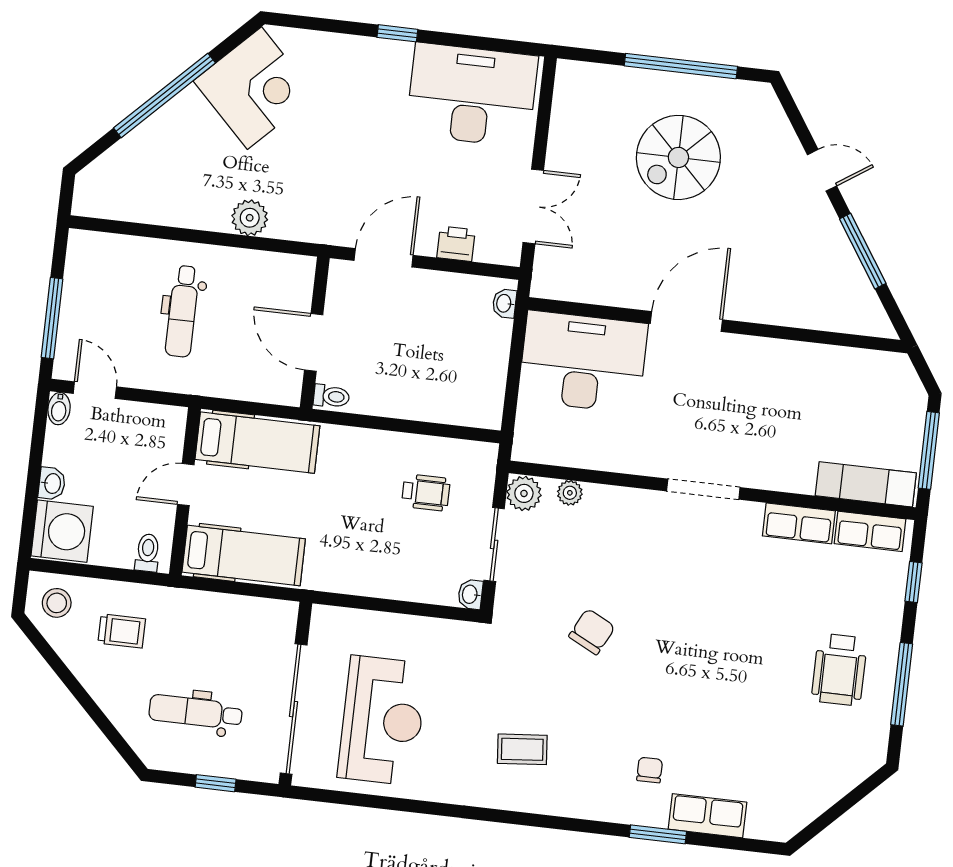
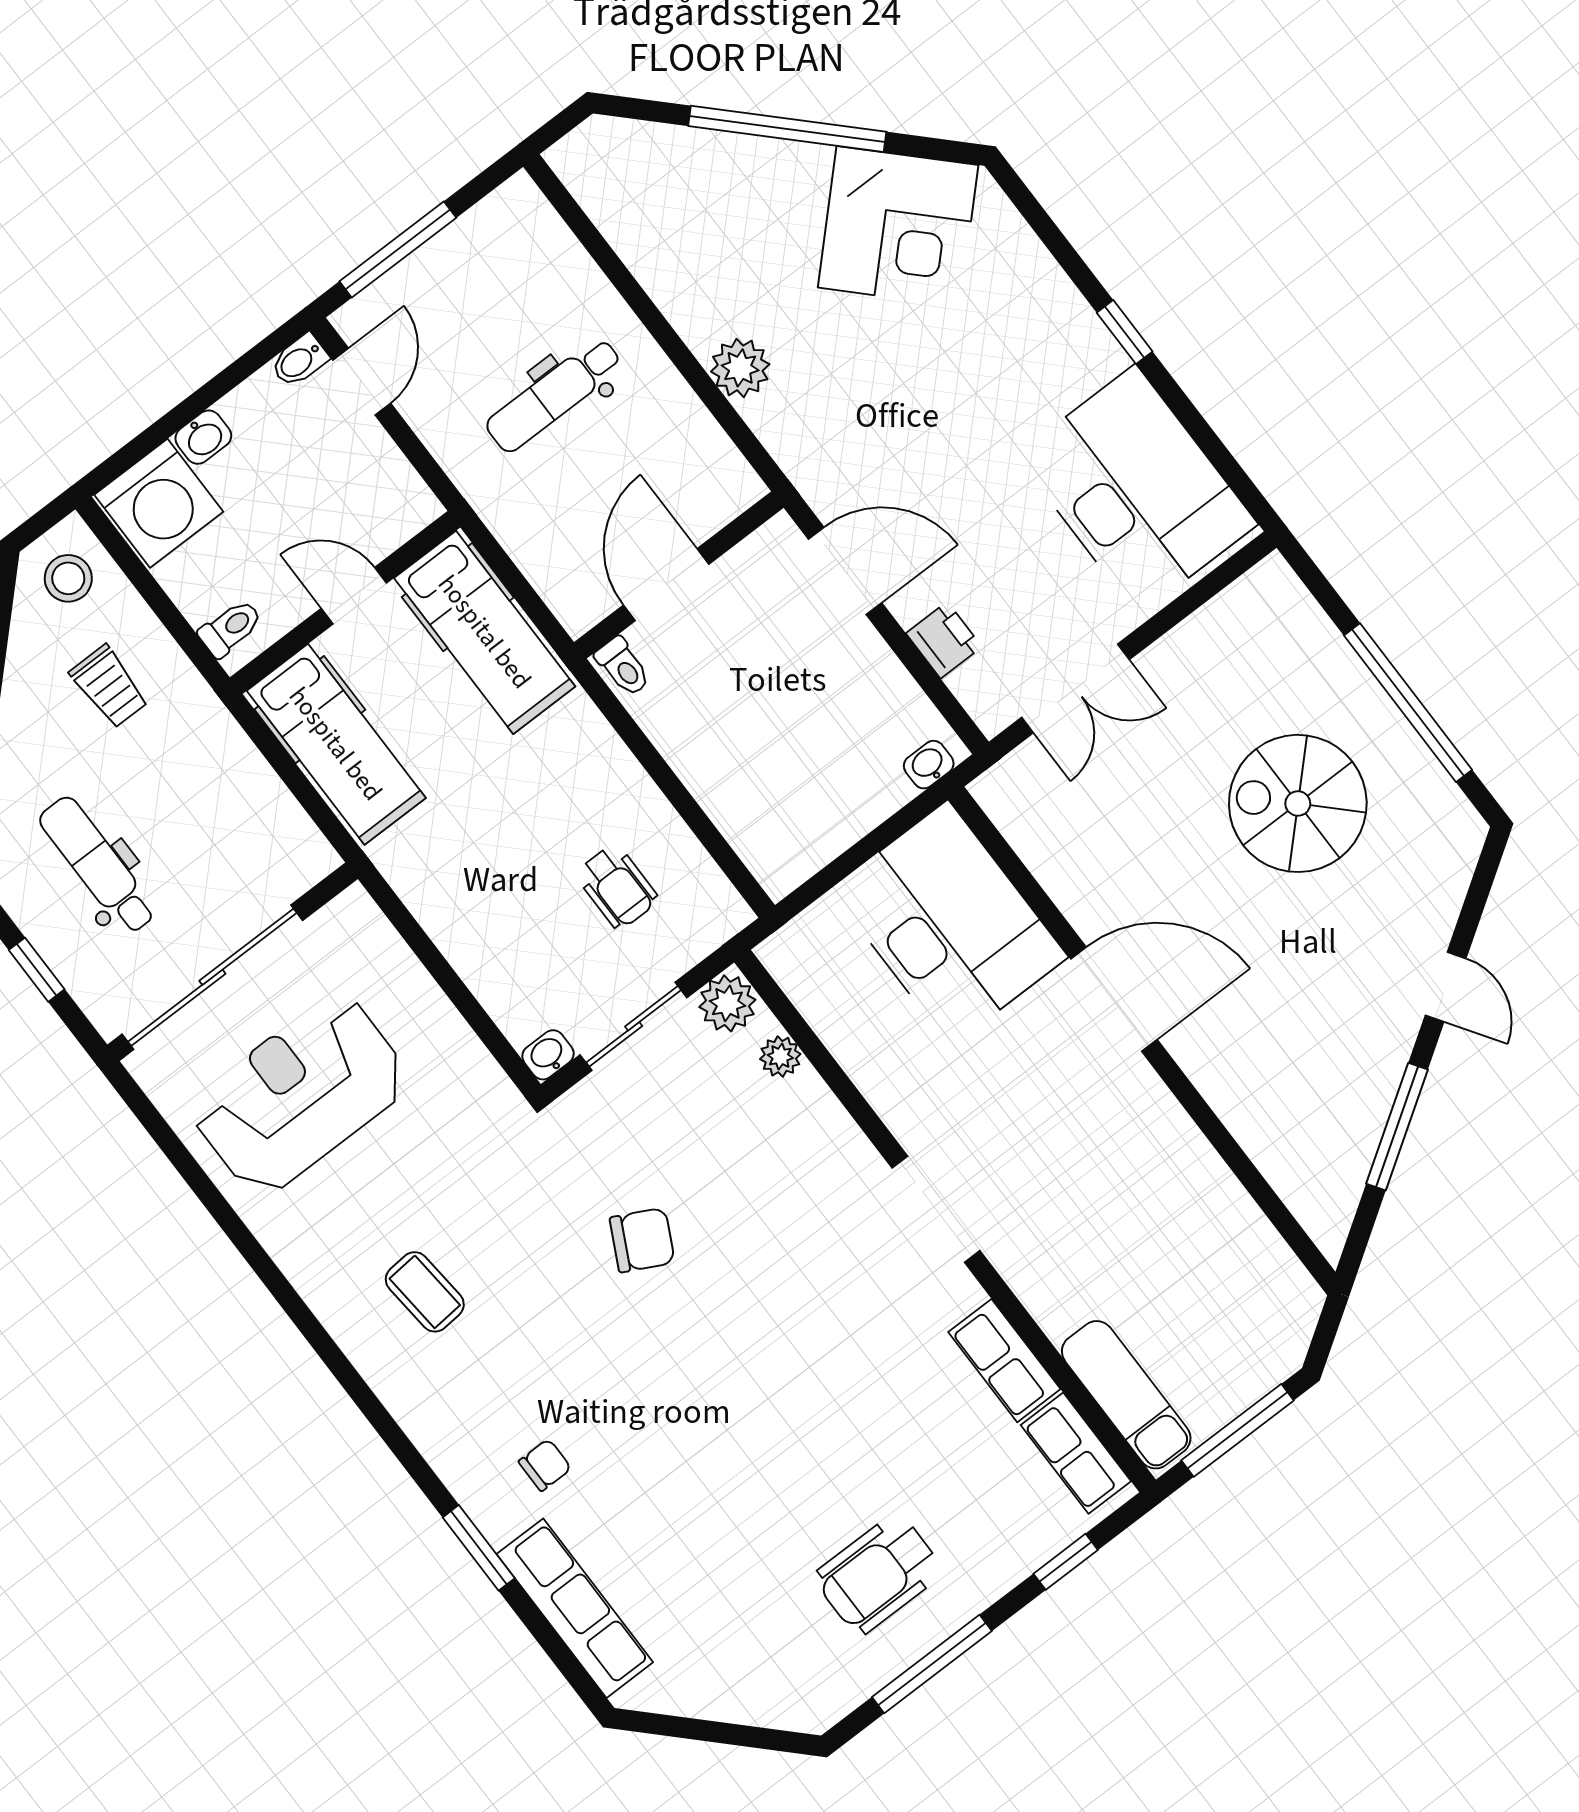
reception desk: (382, 720) -> (300, 1095), turned 180
row of seats: (707, 816) -> (575, 1608), width x1.48

